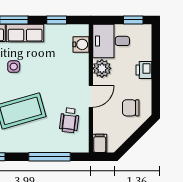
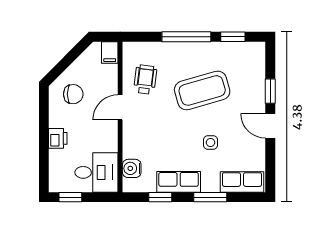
row of seats: (25, 33) -> (179, 182), moved
plant: (102, 68) -> (107, 140), removed
window: (49, 157) -> (186, 37), moved

